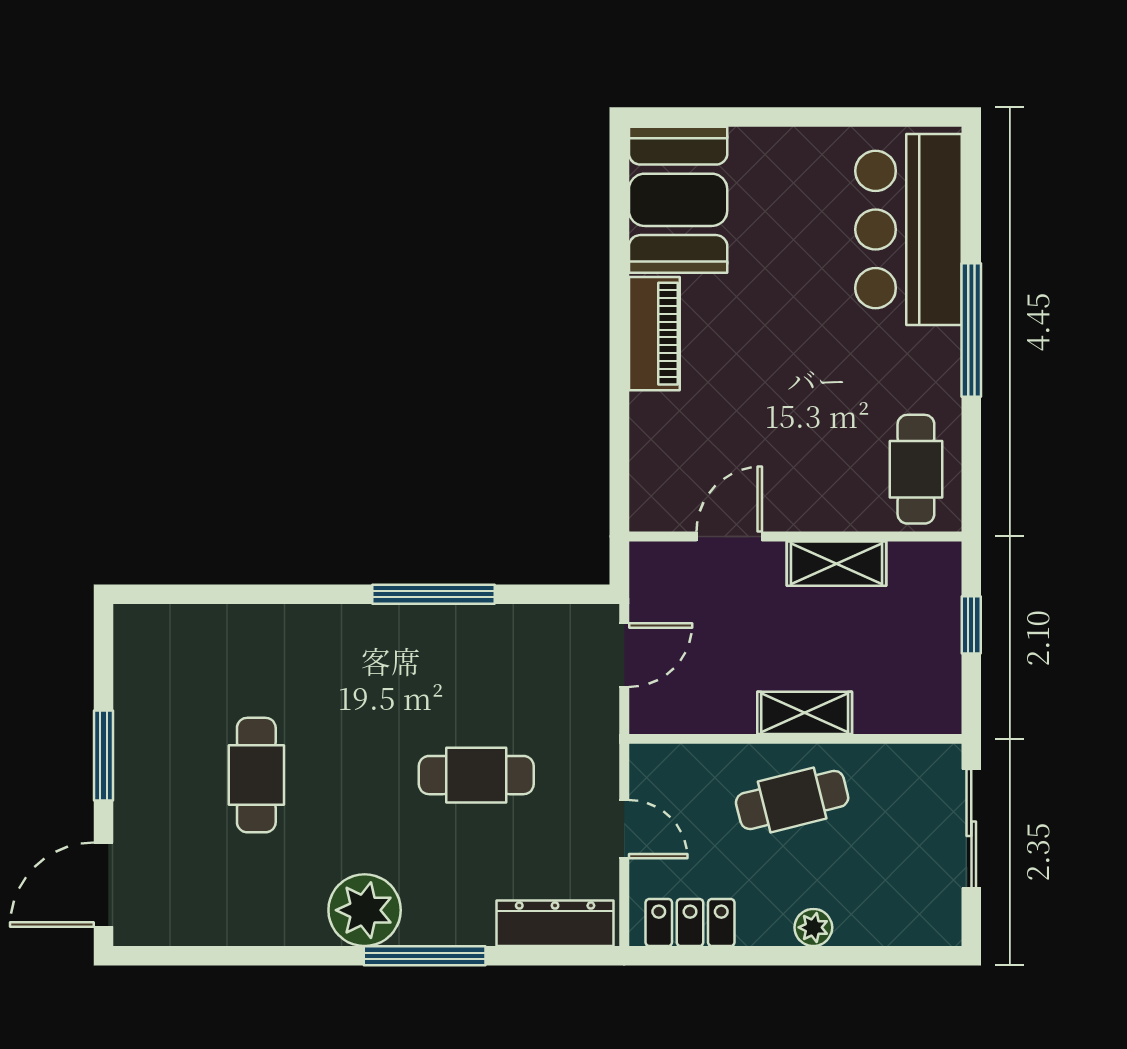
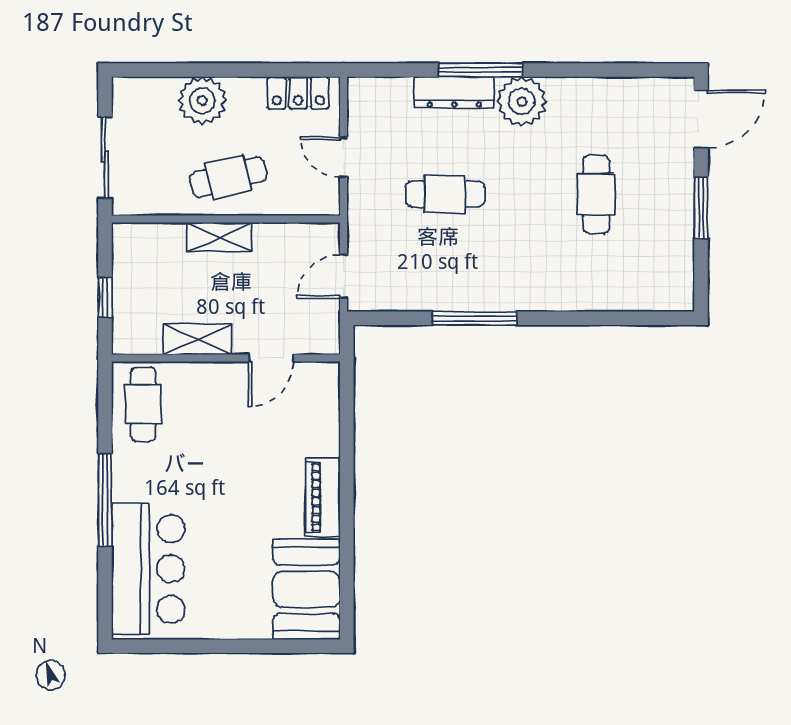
dresser: (555, 923) -> (454, 92), moved
plant: (813, 927) -> (202, 101), width x1.88, depth x1.88

